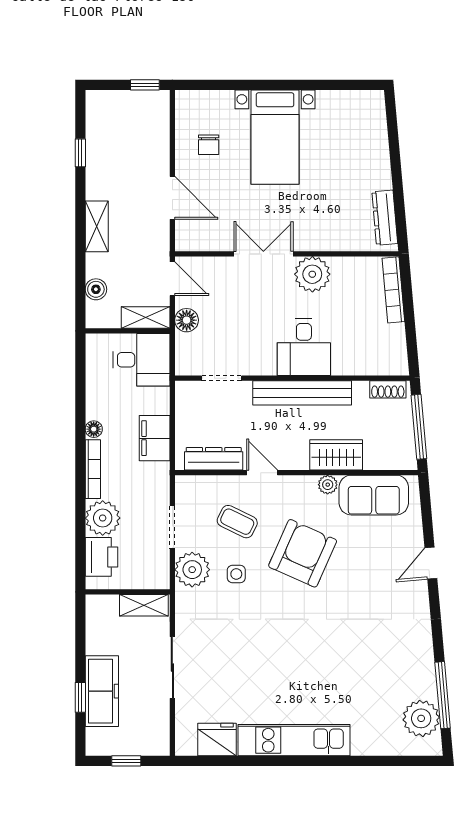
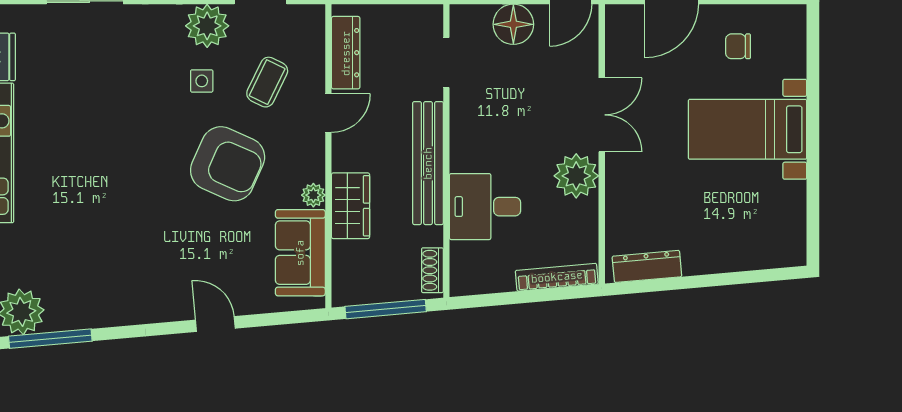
floor lamp: (187, 320) -> (513, 24), width x1.38, depth x1.38
desk: (304, 347) -> (485, 207), moved

